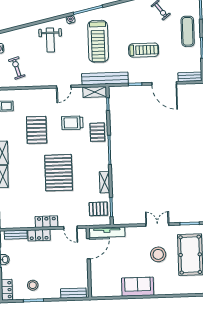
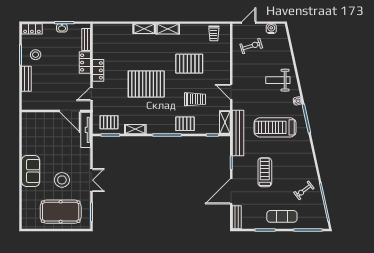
treadmill: (144, 50) -> (265, 172), turned 180
trolley: (72, 123) -> (195, 99), turned 90
pallet: (98, 209) -> (109, 122), turned 90
sofa: (138, 287) -> (31, 171), moved
bench: (73, 293) -> (26, 79), moved

